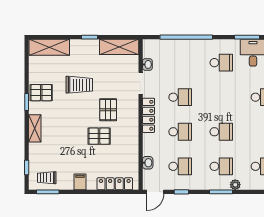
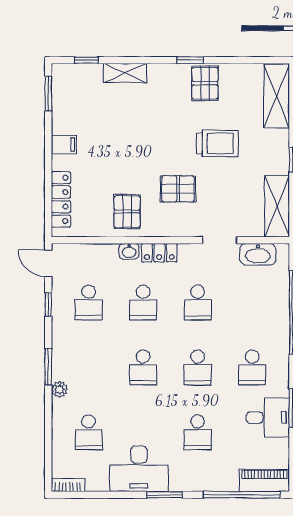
washbasin: (147, 64) -> (258, 254), width x1.91, depth x1.45
trolley: (79, 85) -> (217, 143), turned -90
locker: (149, 115) -> (159, 253), width x0.66
shelving: (35, 128) -> (125, 73), moved
pallet: (99, 136) -> (127, 212), moved
washbasin: (148, 163) -> (129, 251), moved
school desk: (221, 166) -> (198, 367), moved
trolley: (47, 178) -> (70, 92), removed

